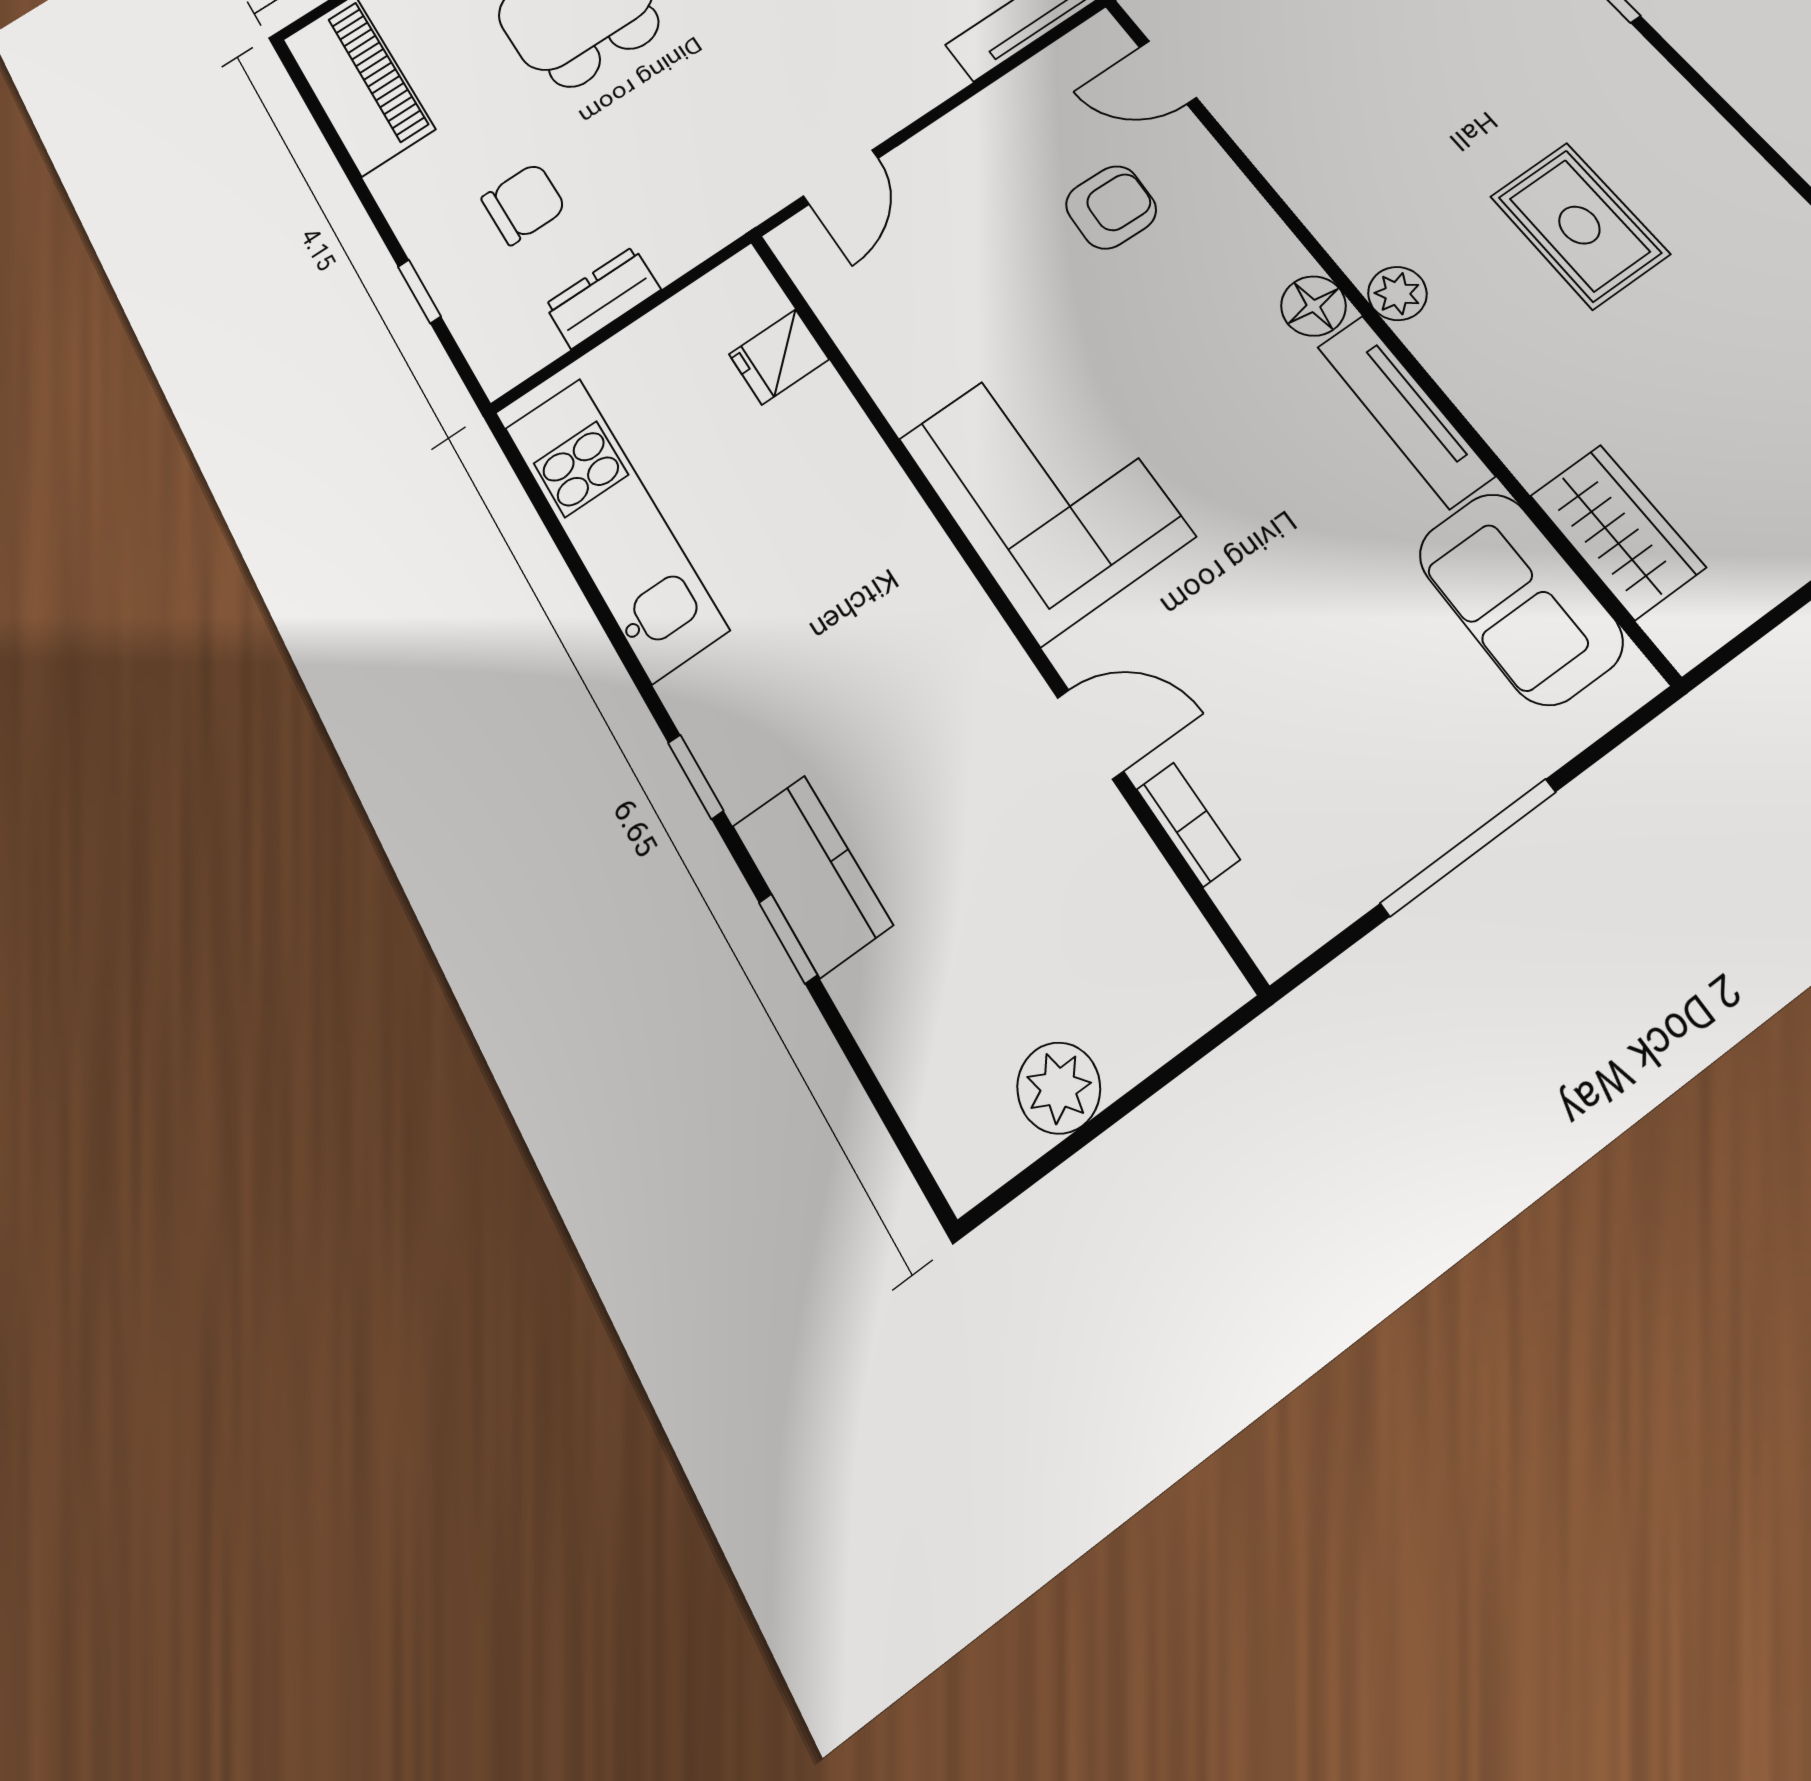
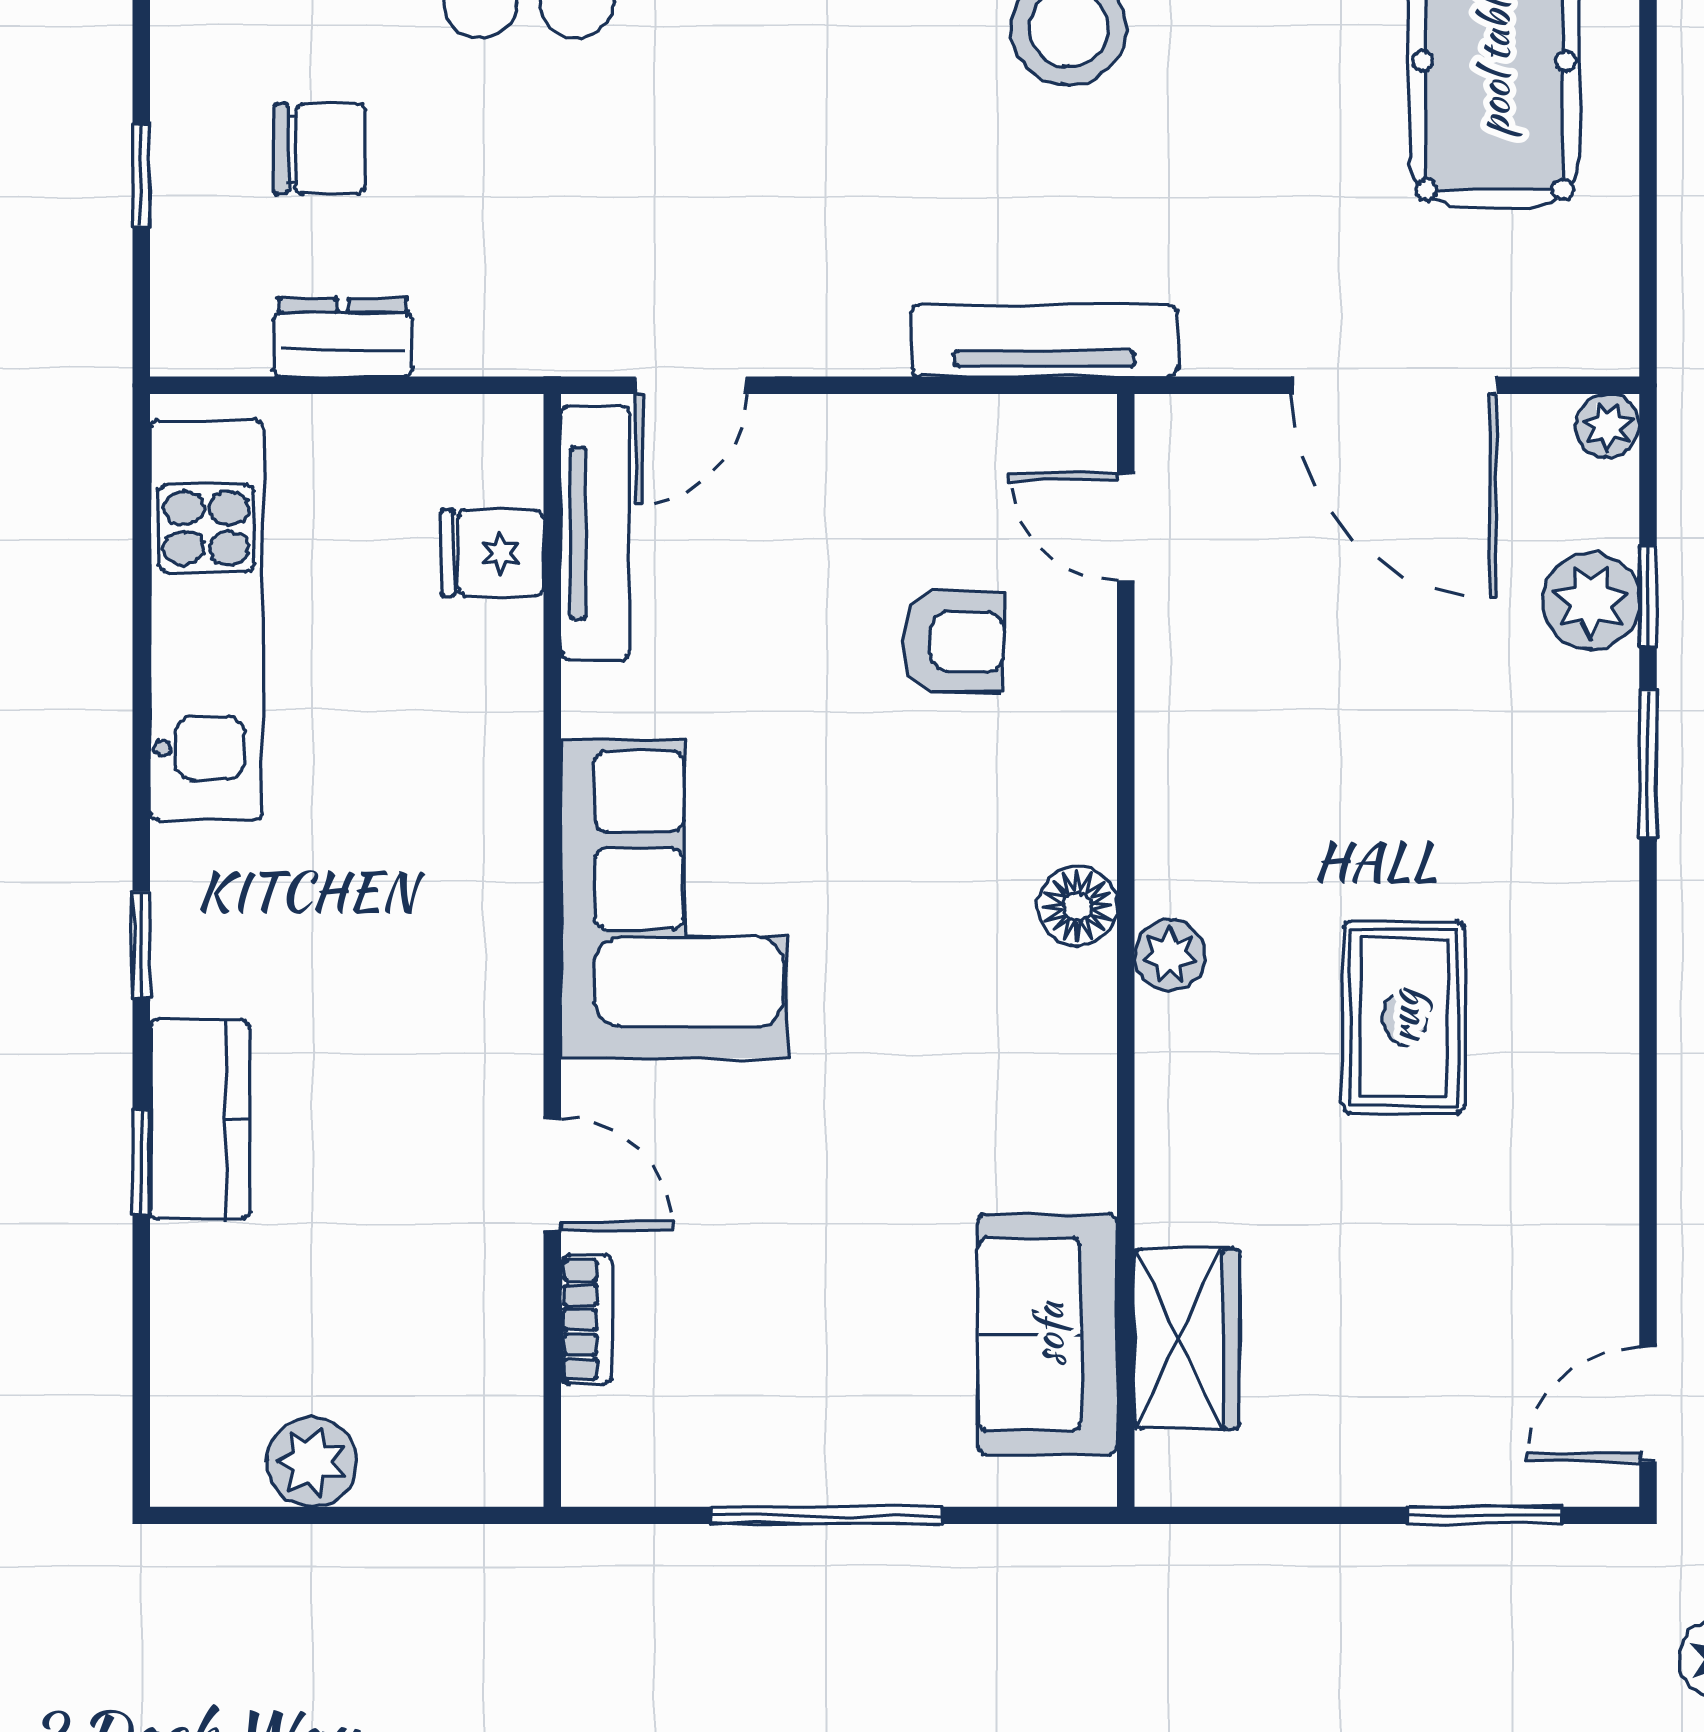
tv unit: (1405, 411) -> (595, 533), moved, turned 180

